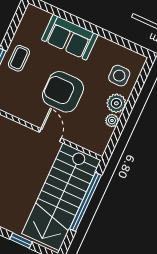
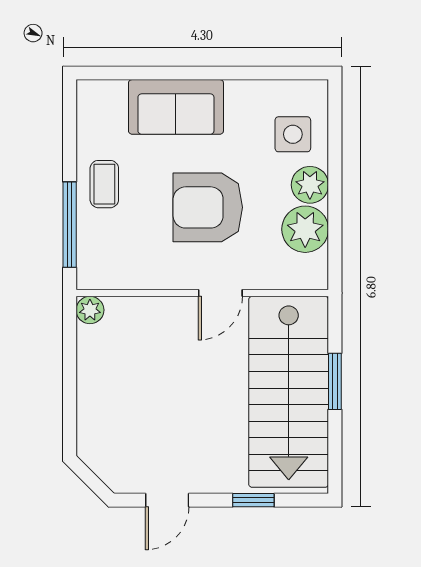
plant: (112, 121) -> (305, 229), width x1.87, depth x1.87
door: (50, 135) -> (220, 293), swing flipped
window: (86, 202) -> (335, 381), width x0.47

